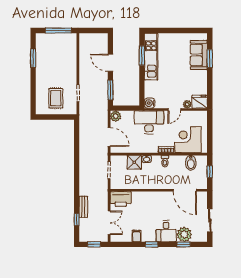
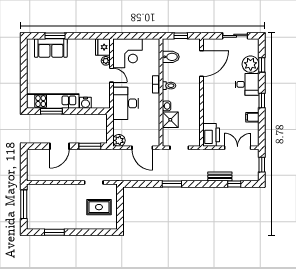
water cooler: (150, 103) -> (85, 103), moved
door: (109, 137) -> (142, 148), swing flipped
corner desk: (188, 140) -> (128, 53), moved, turned -90
window: (77, 164) -> (172, 184), added

